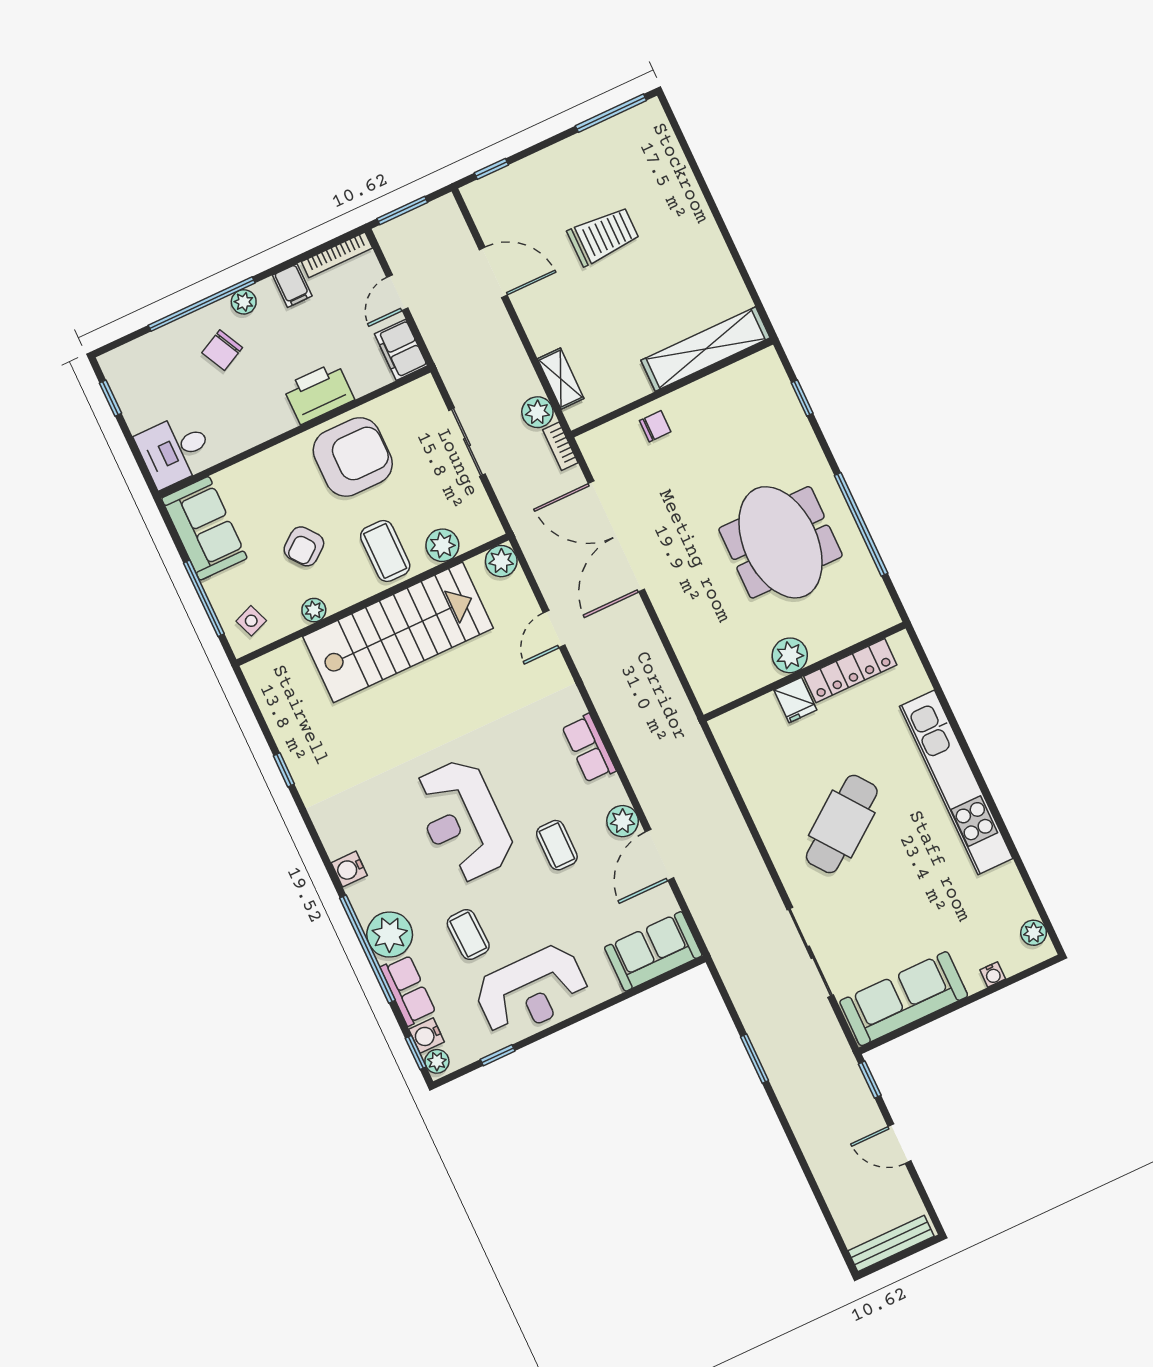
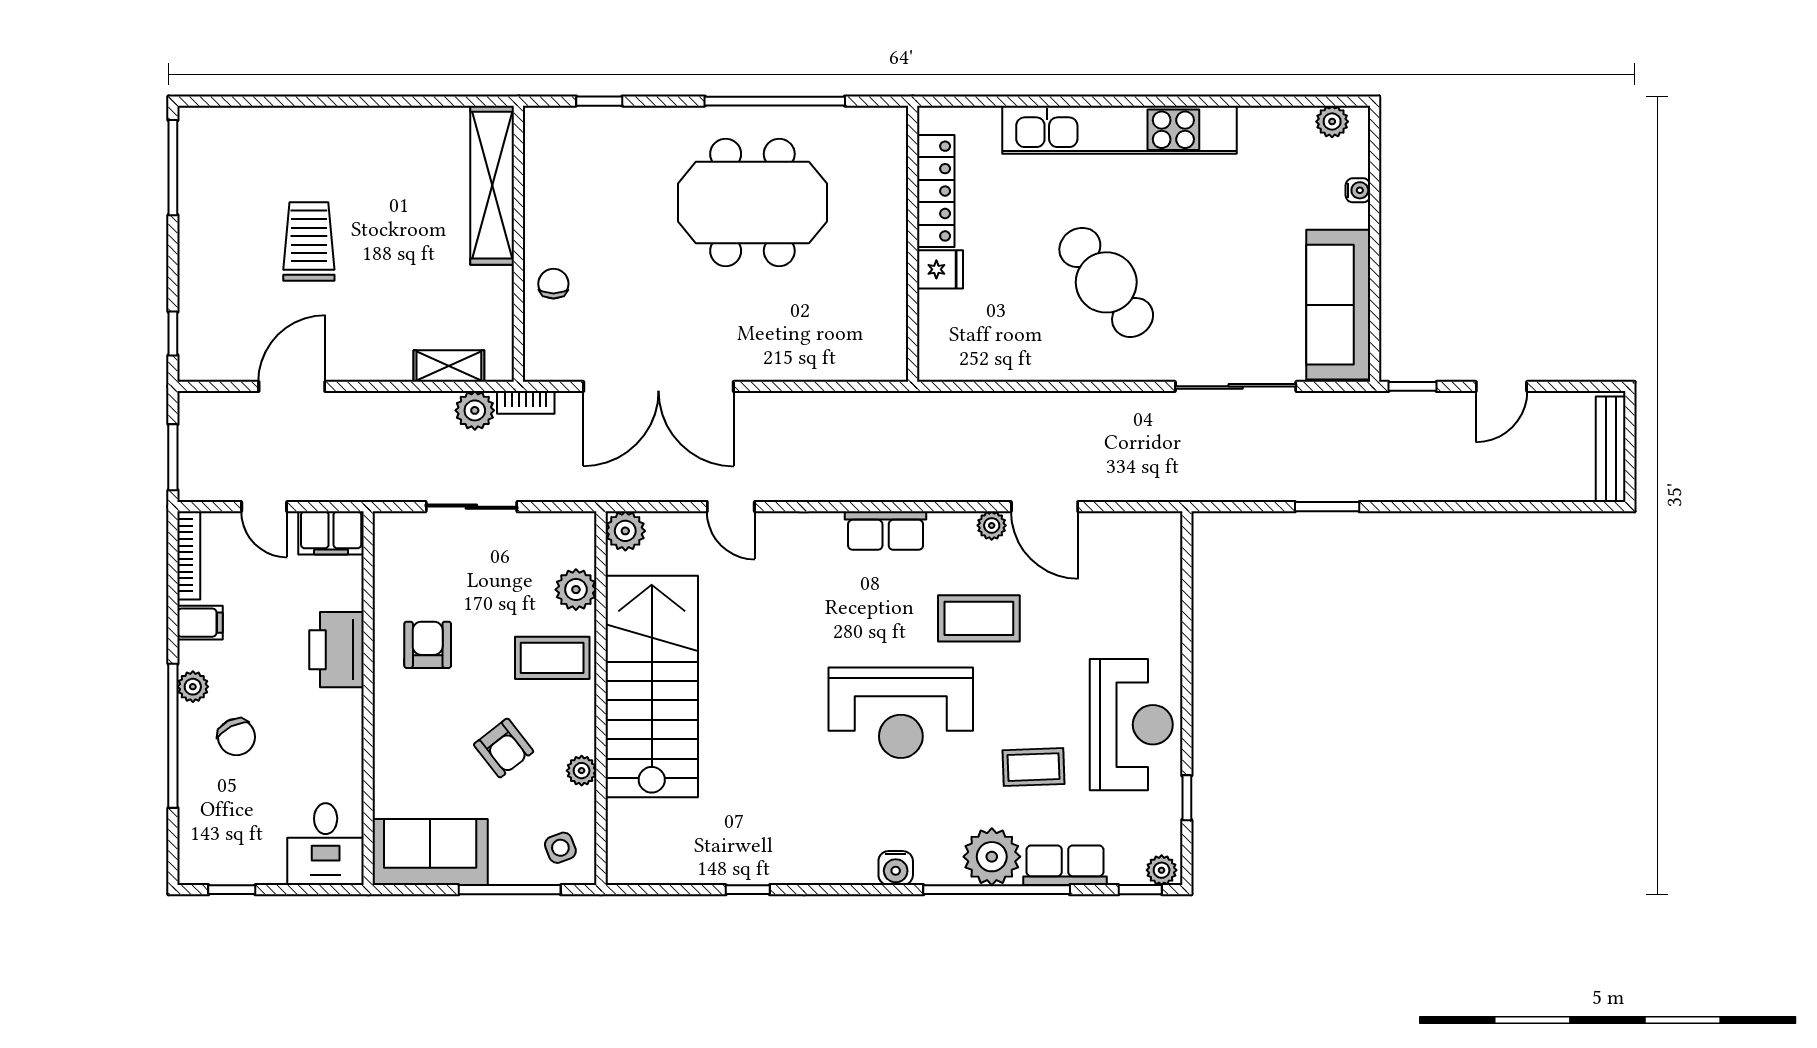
armchair: (353, 457) -> (428, 645), width x0.53, depth x0.53
plant: (790, 655) -> (886, 252), removed
plant: (623, 821) -> (992, 525), width x0.73, depth x0.73
coffee table: (557, 845) -> (979, 618), width x1.36, depth x1.30
sofa: (653, 951) -> (1151, 565), removed
water cooler: (427, 1036) -> (1127, 868), removed

